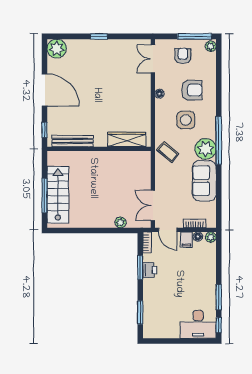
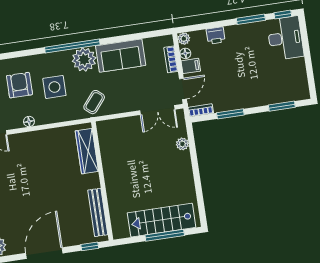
printer: (150, 270) -> (216, 36), moved, turned 180

